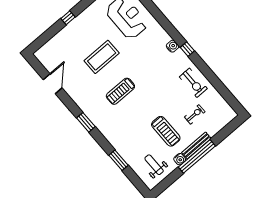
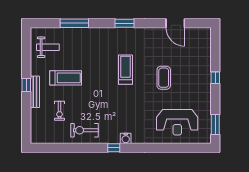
coffee table: (102, 57) -> (164, 78), width x0.73, depth x0.76
treadmill: (166, 131) -> (66, 78), turned 180
window: (197, 156) -> (26, 85), width x0.32
water cooler: (180, 159) -> (35, 70), removed
window: (118, 160) -> (74, 23), width x1.44

